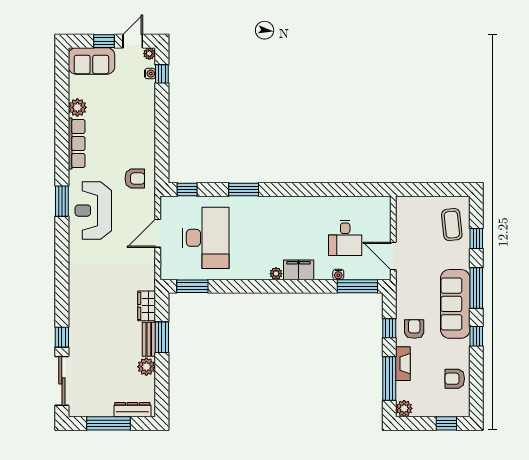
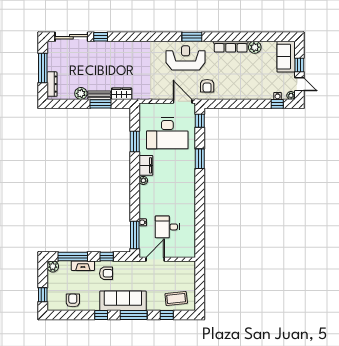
door: (158, 233) -> (183, 101), moved
filing cabinet: (299, 270) -> (146, 165), moved
window: (192, 286) -> (135, 142), moved

